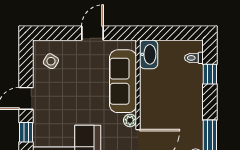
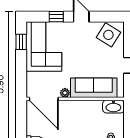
side table: (51, 61) -> (108, 35), width x1.87, depth x1.87

